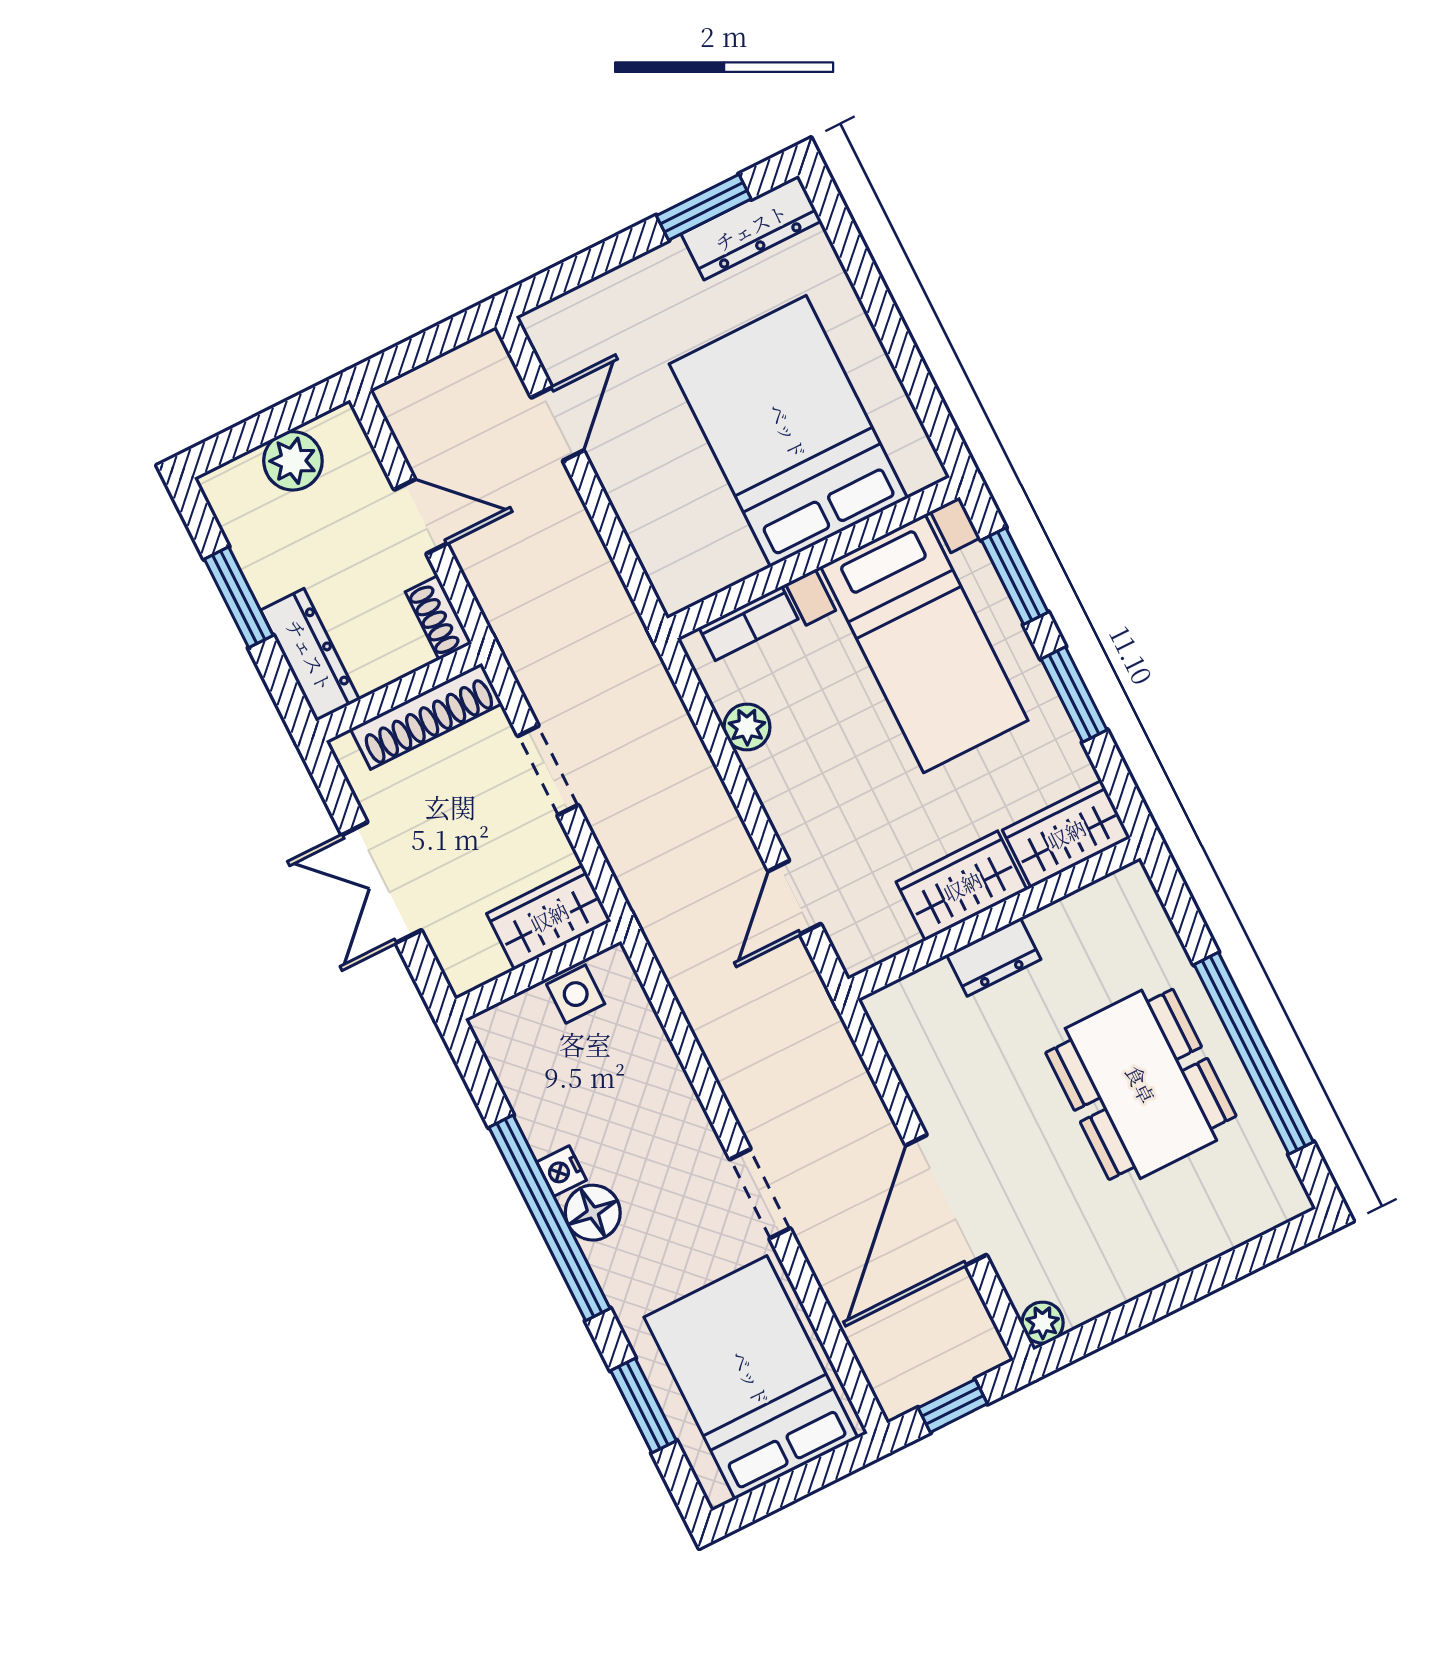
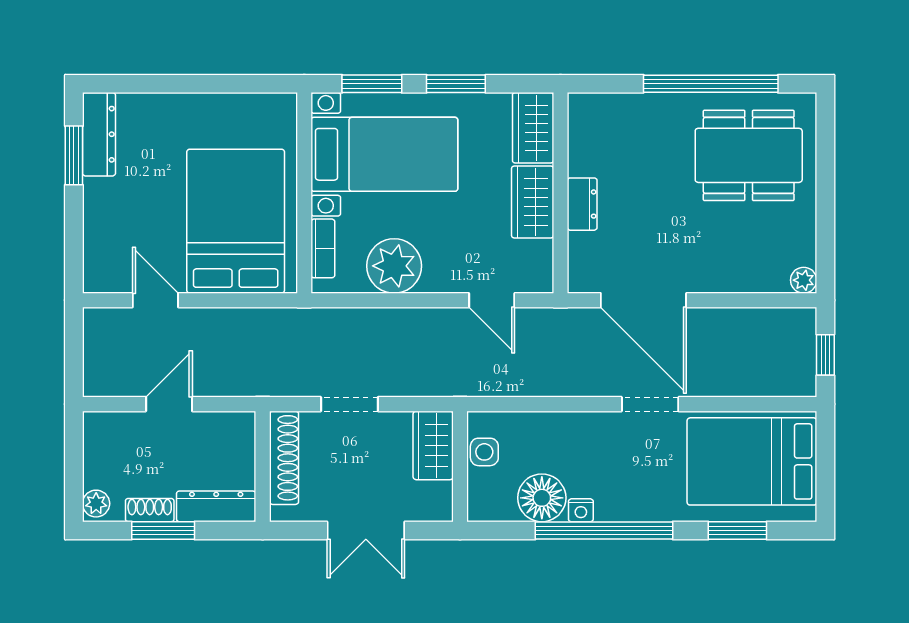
bed: (788, 431) -> (236, 221), moved, turned 90
plant: (293, 461) -> (96, 504), moved, width x0.73, depth x0.73
shoe rack: (439, 618) -> (150, 510), moved, turned 180
plant: (747, 727) -> (394, 266), width x1.87, depth x1.87
dining table: (1141, 1084) -> (749, 155), moved
door: (946, 1200) -> (643, 300), moved
floor lamp: (593, 1213) -> (542, 498), moved, width x1.38, depth x1.38

